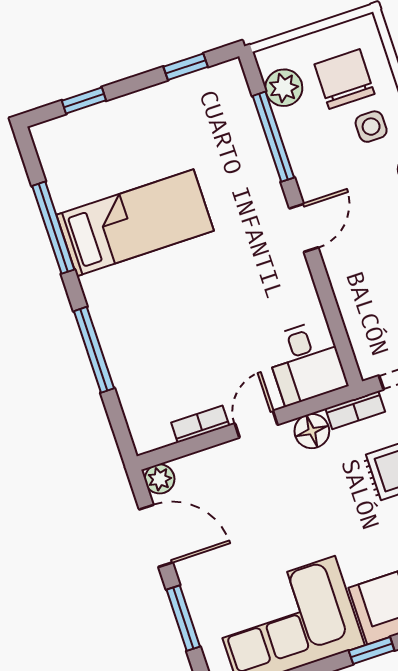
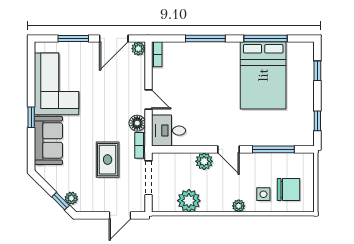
plant: (284, 88) -> (204, 161), moved
bed: (135, 223) -> (263, 75), width x1.50
bookcase: (200, 424) -> (157, 54), moved

